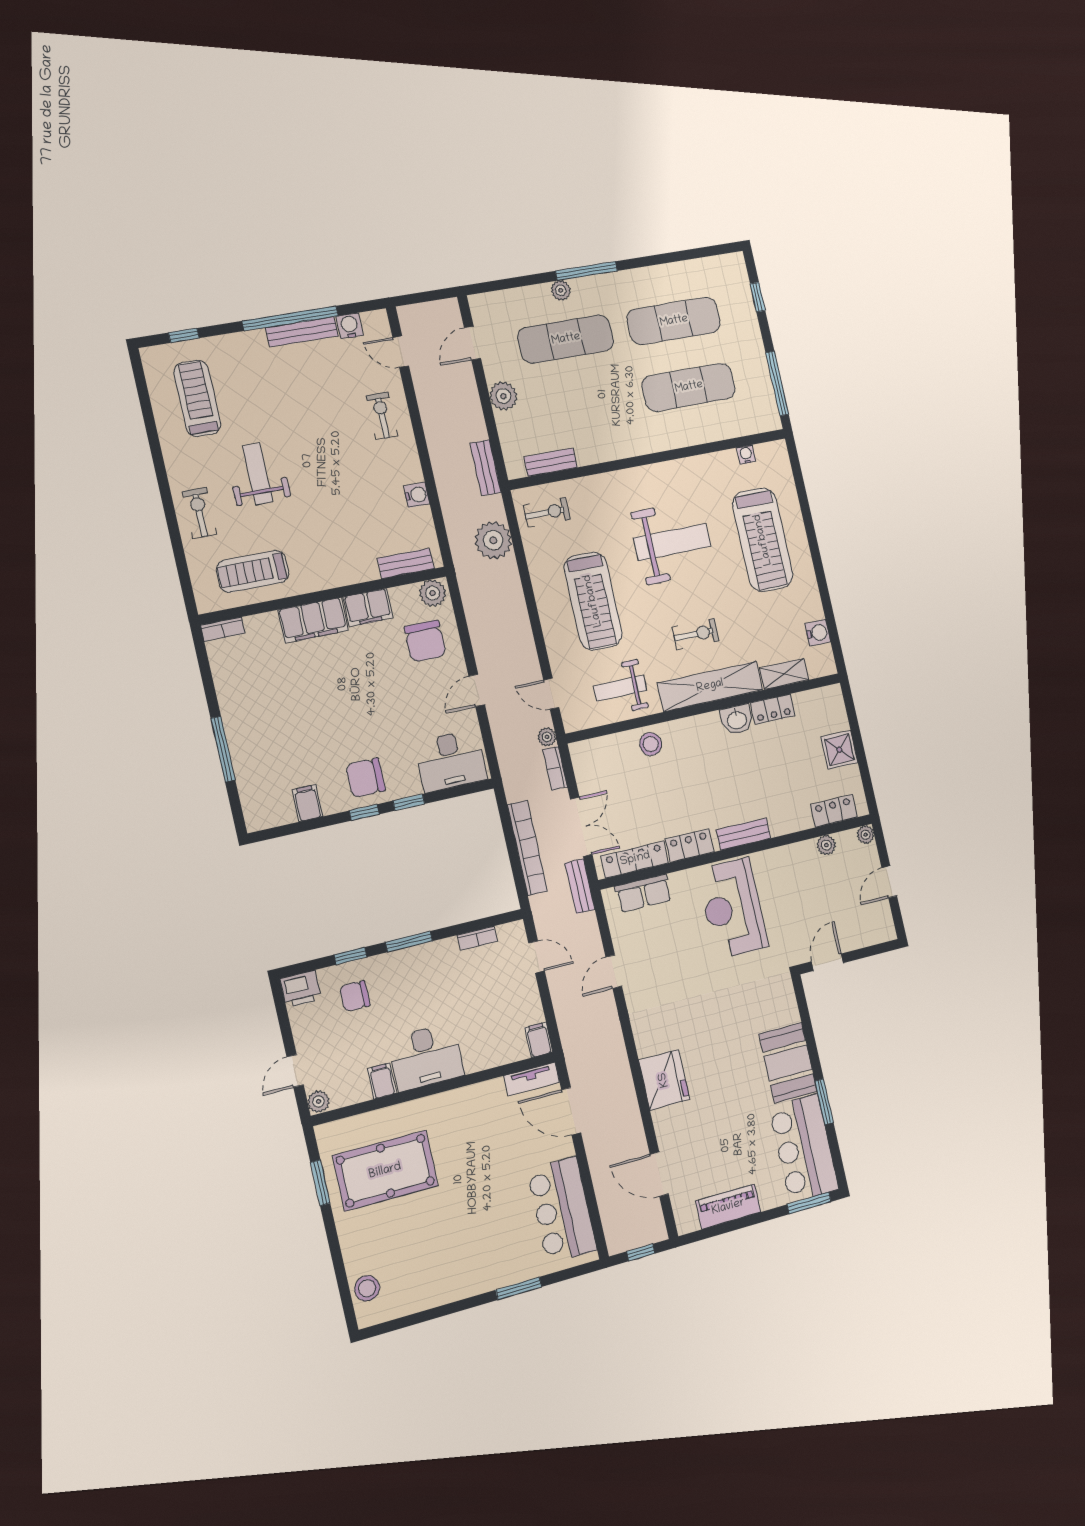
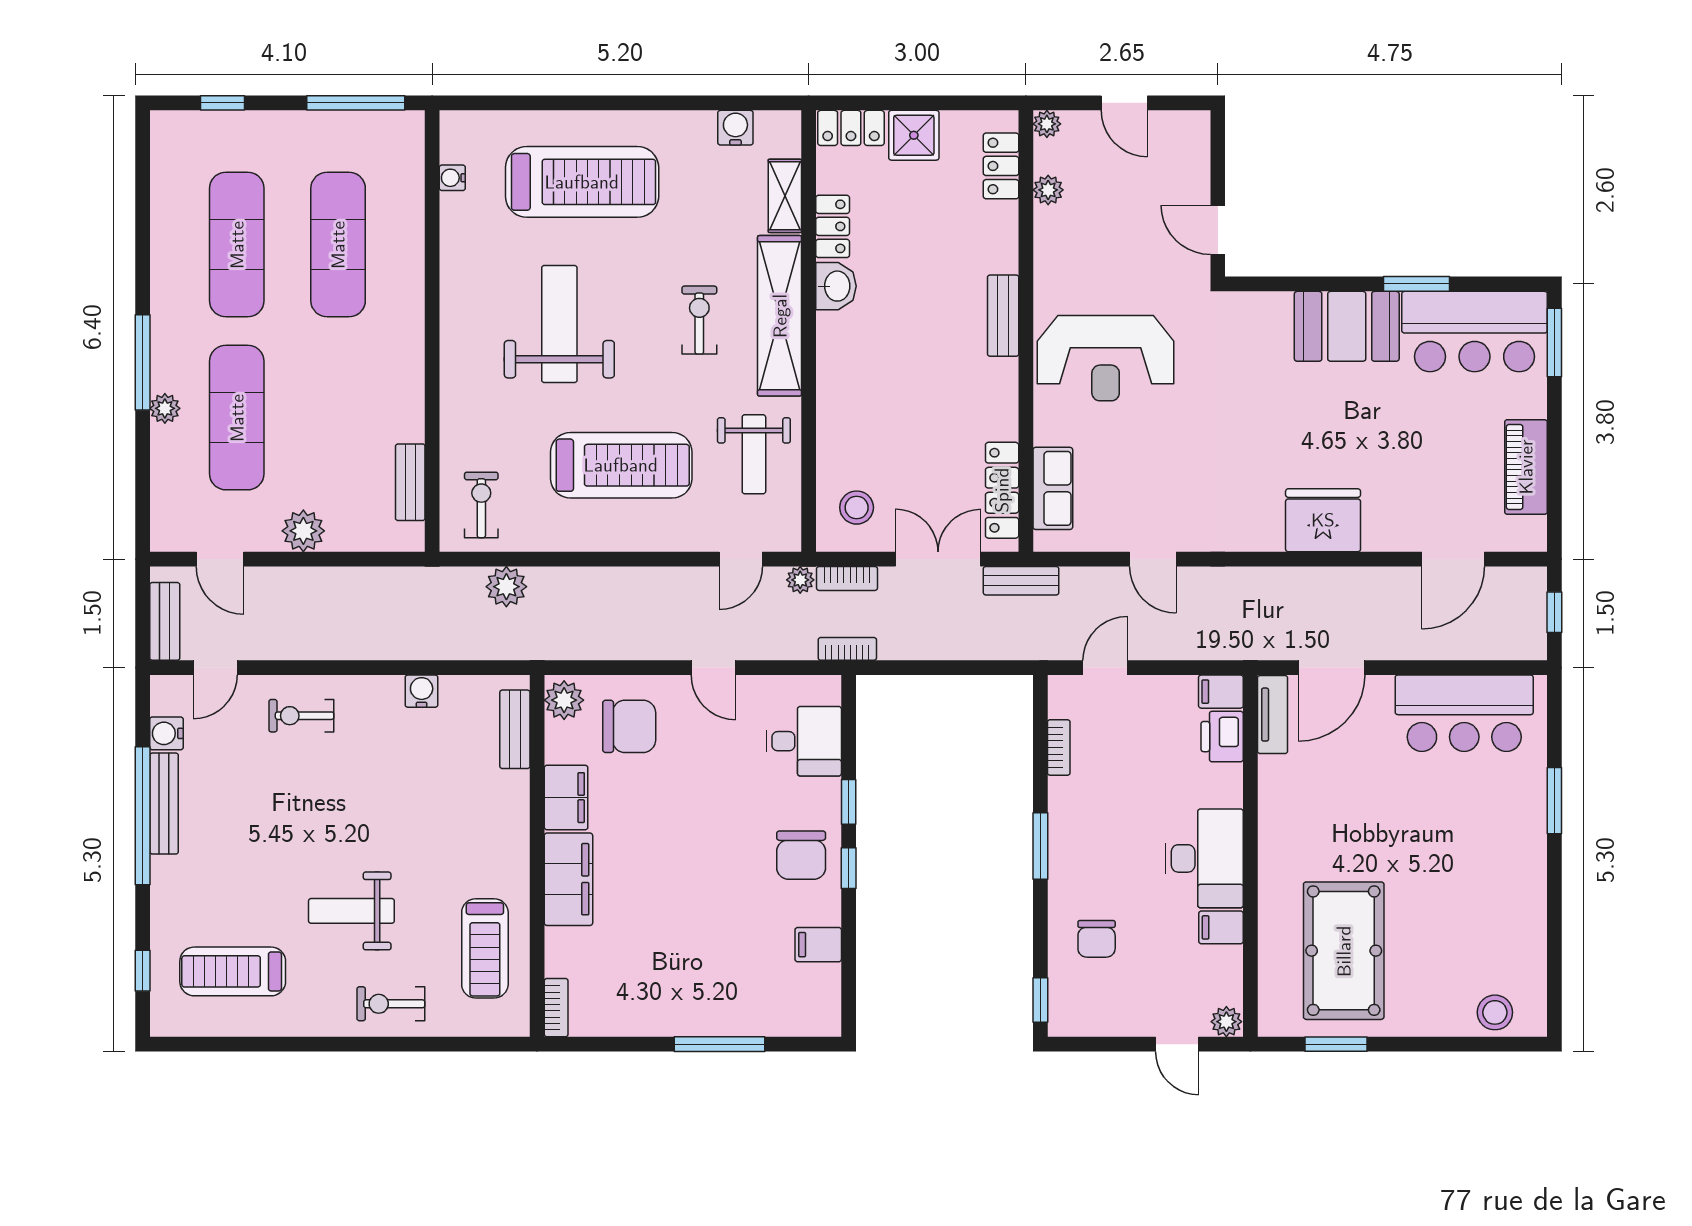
bench: (486, 468) -> (165, 621), moved, turned 90
plant: (493, 540) -> (506, 587), width x0.73, depth x0.73
stool: (651, 744) -> (857, 508), moved
desk: (451, 761) -> (804, 741), width x0.73
locker: (690, 845) -> (851, 128), moved, turned -90
bookcase: (527, 848) -> (847, 649), moved, width x0.43, depth x0.76
window: (351, 956) -> (1040, 1000), moved
printer: (301, 989) -> (1222, 737), moved, turned 180

